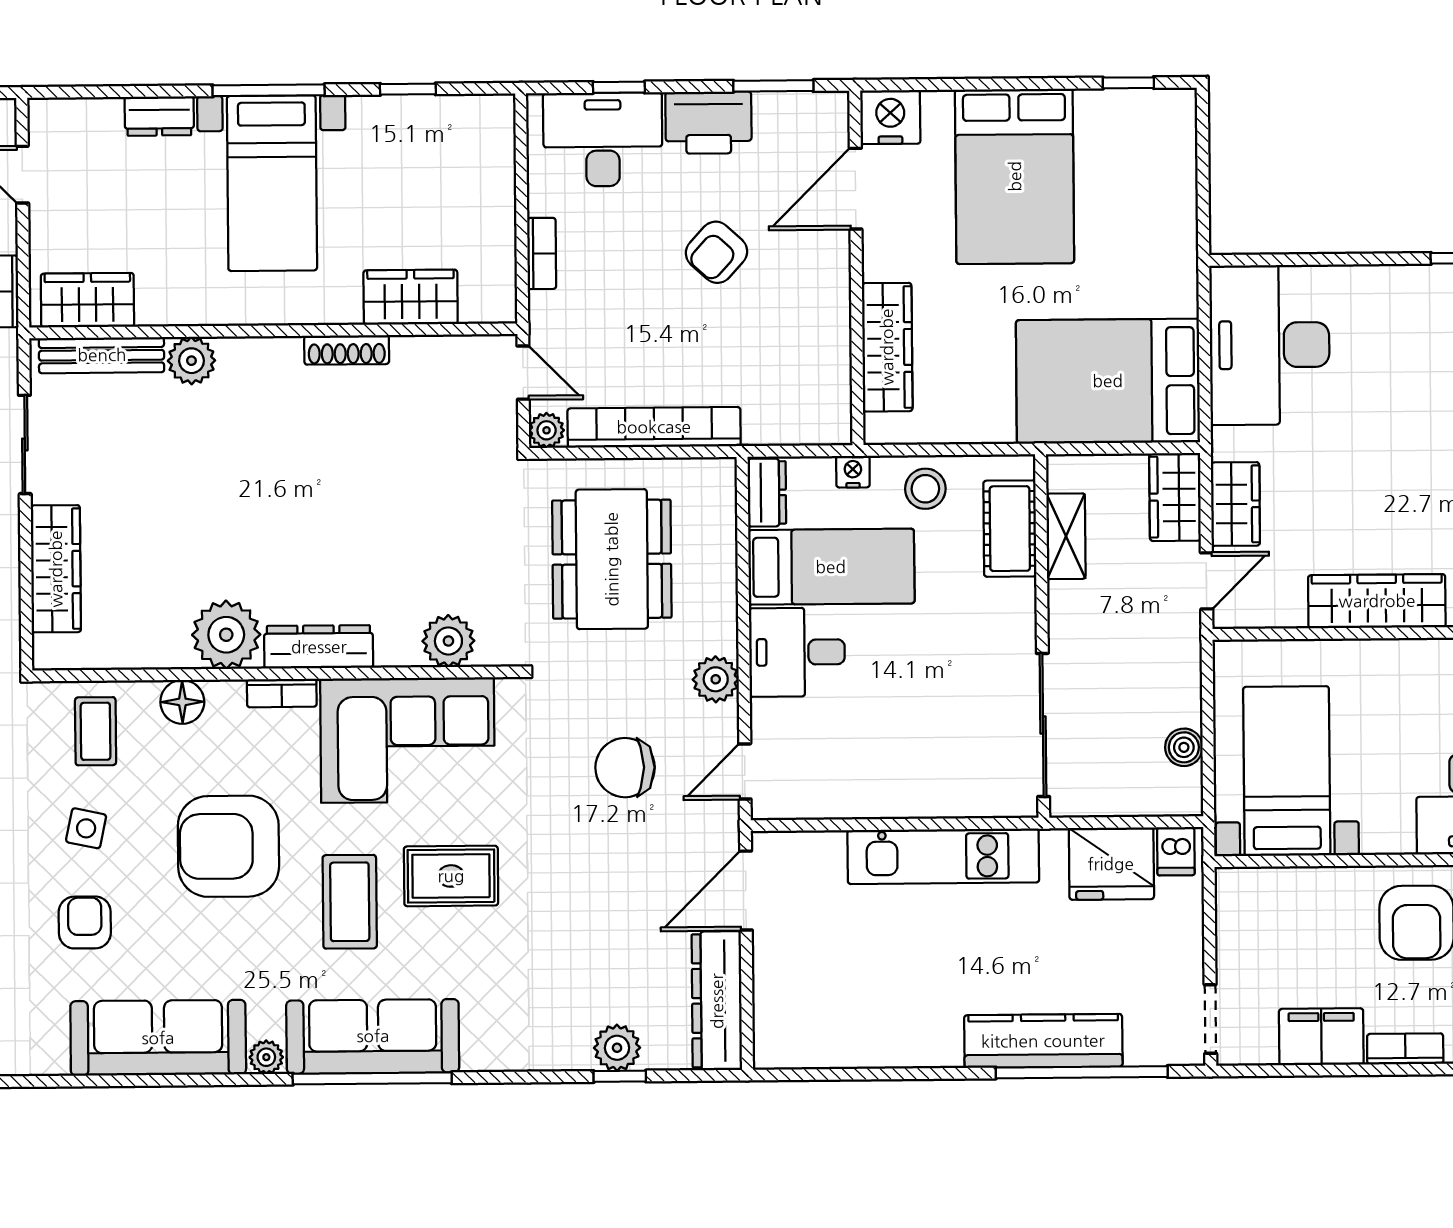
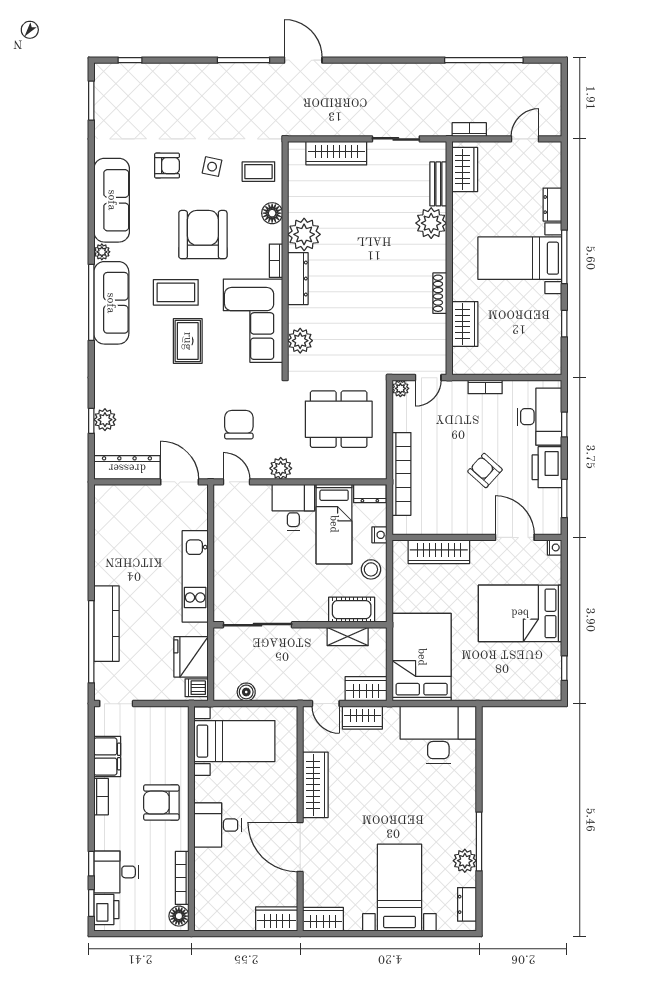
nightstand: (890, 117) -> (555, 547), width x0.53, depth x0.56
bench: (102, 355) -> (438, 184), width x0.73
plant: (191, 361) -> (431, 223), width x1.36, depth x1.36
bookcase: (654, 427) -> (401, 474), moved

